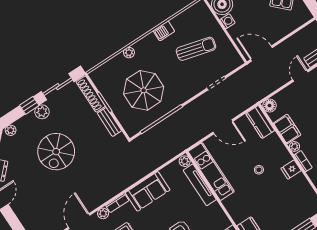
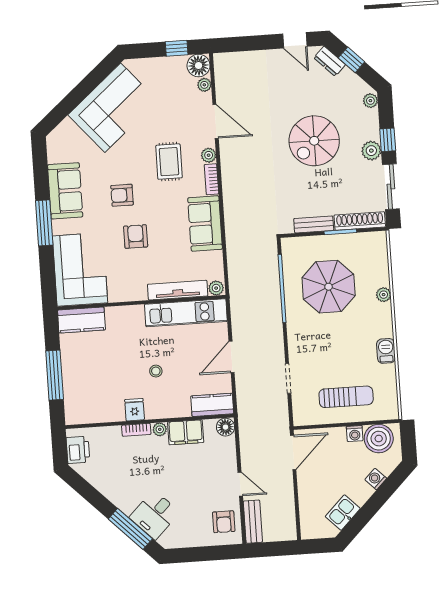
sun lounger: (196, 49) -> (346, 397), moved, turned -105
spiral stairs: (56, 152) -> (314, 141), turned -90

